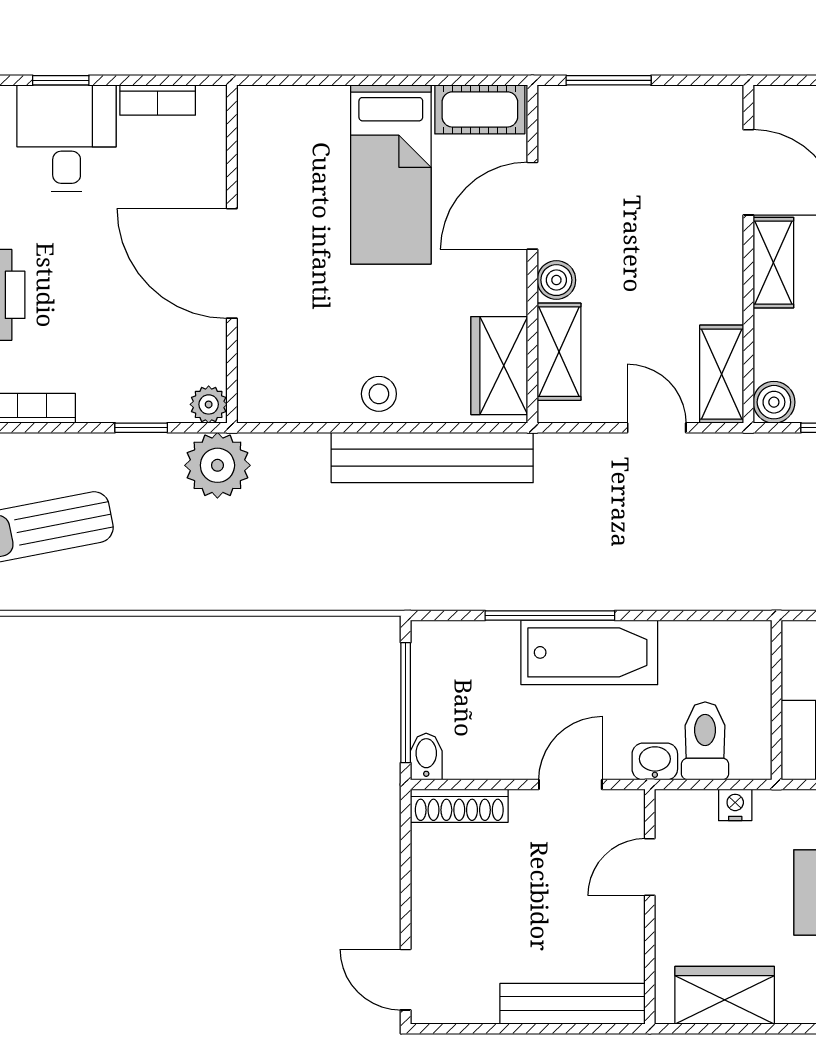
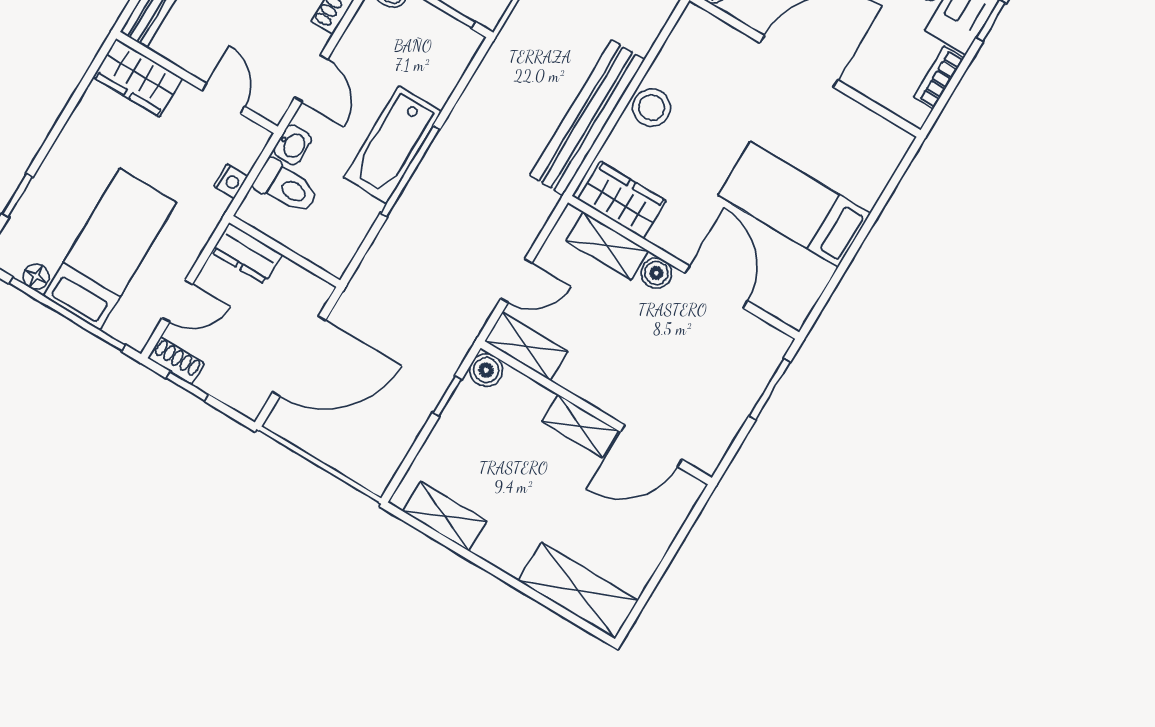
cot: (480, 109) -> (802, 291), removed
stool: (379, 394) -> (652, 108), width x1.37, depth x1.37
window: (550, 616) -> (410, 171), moved
wardrobe: (725, 995) -> (138, 78), moved, turned 90

